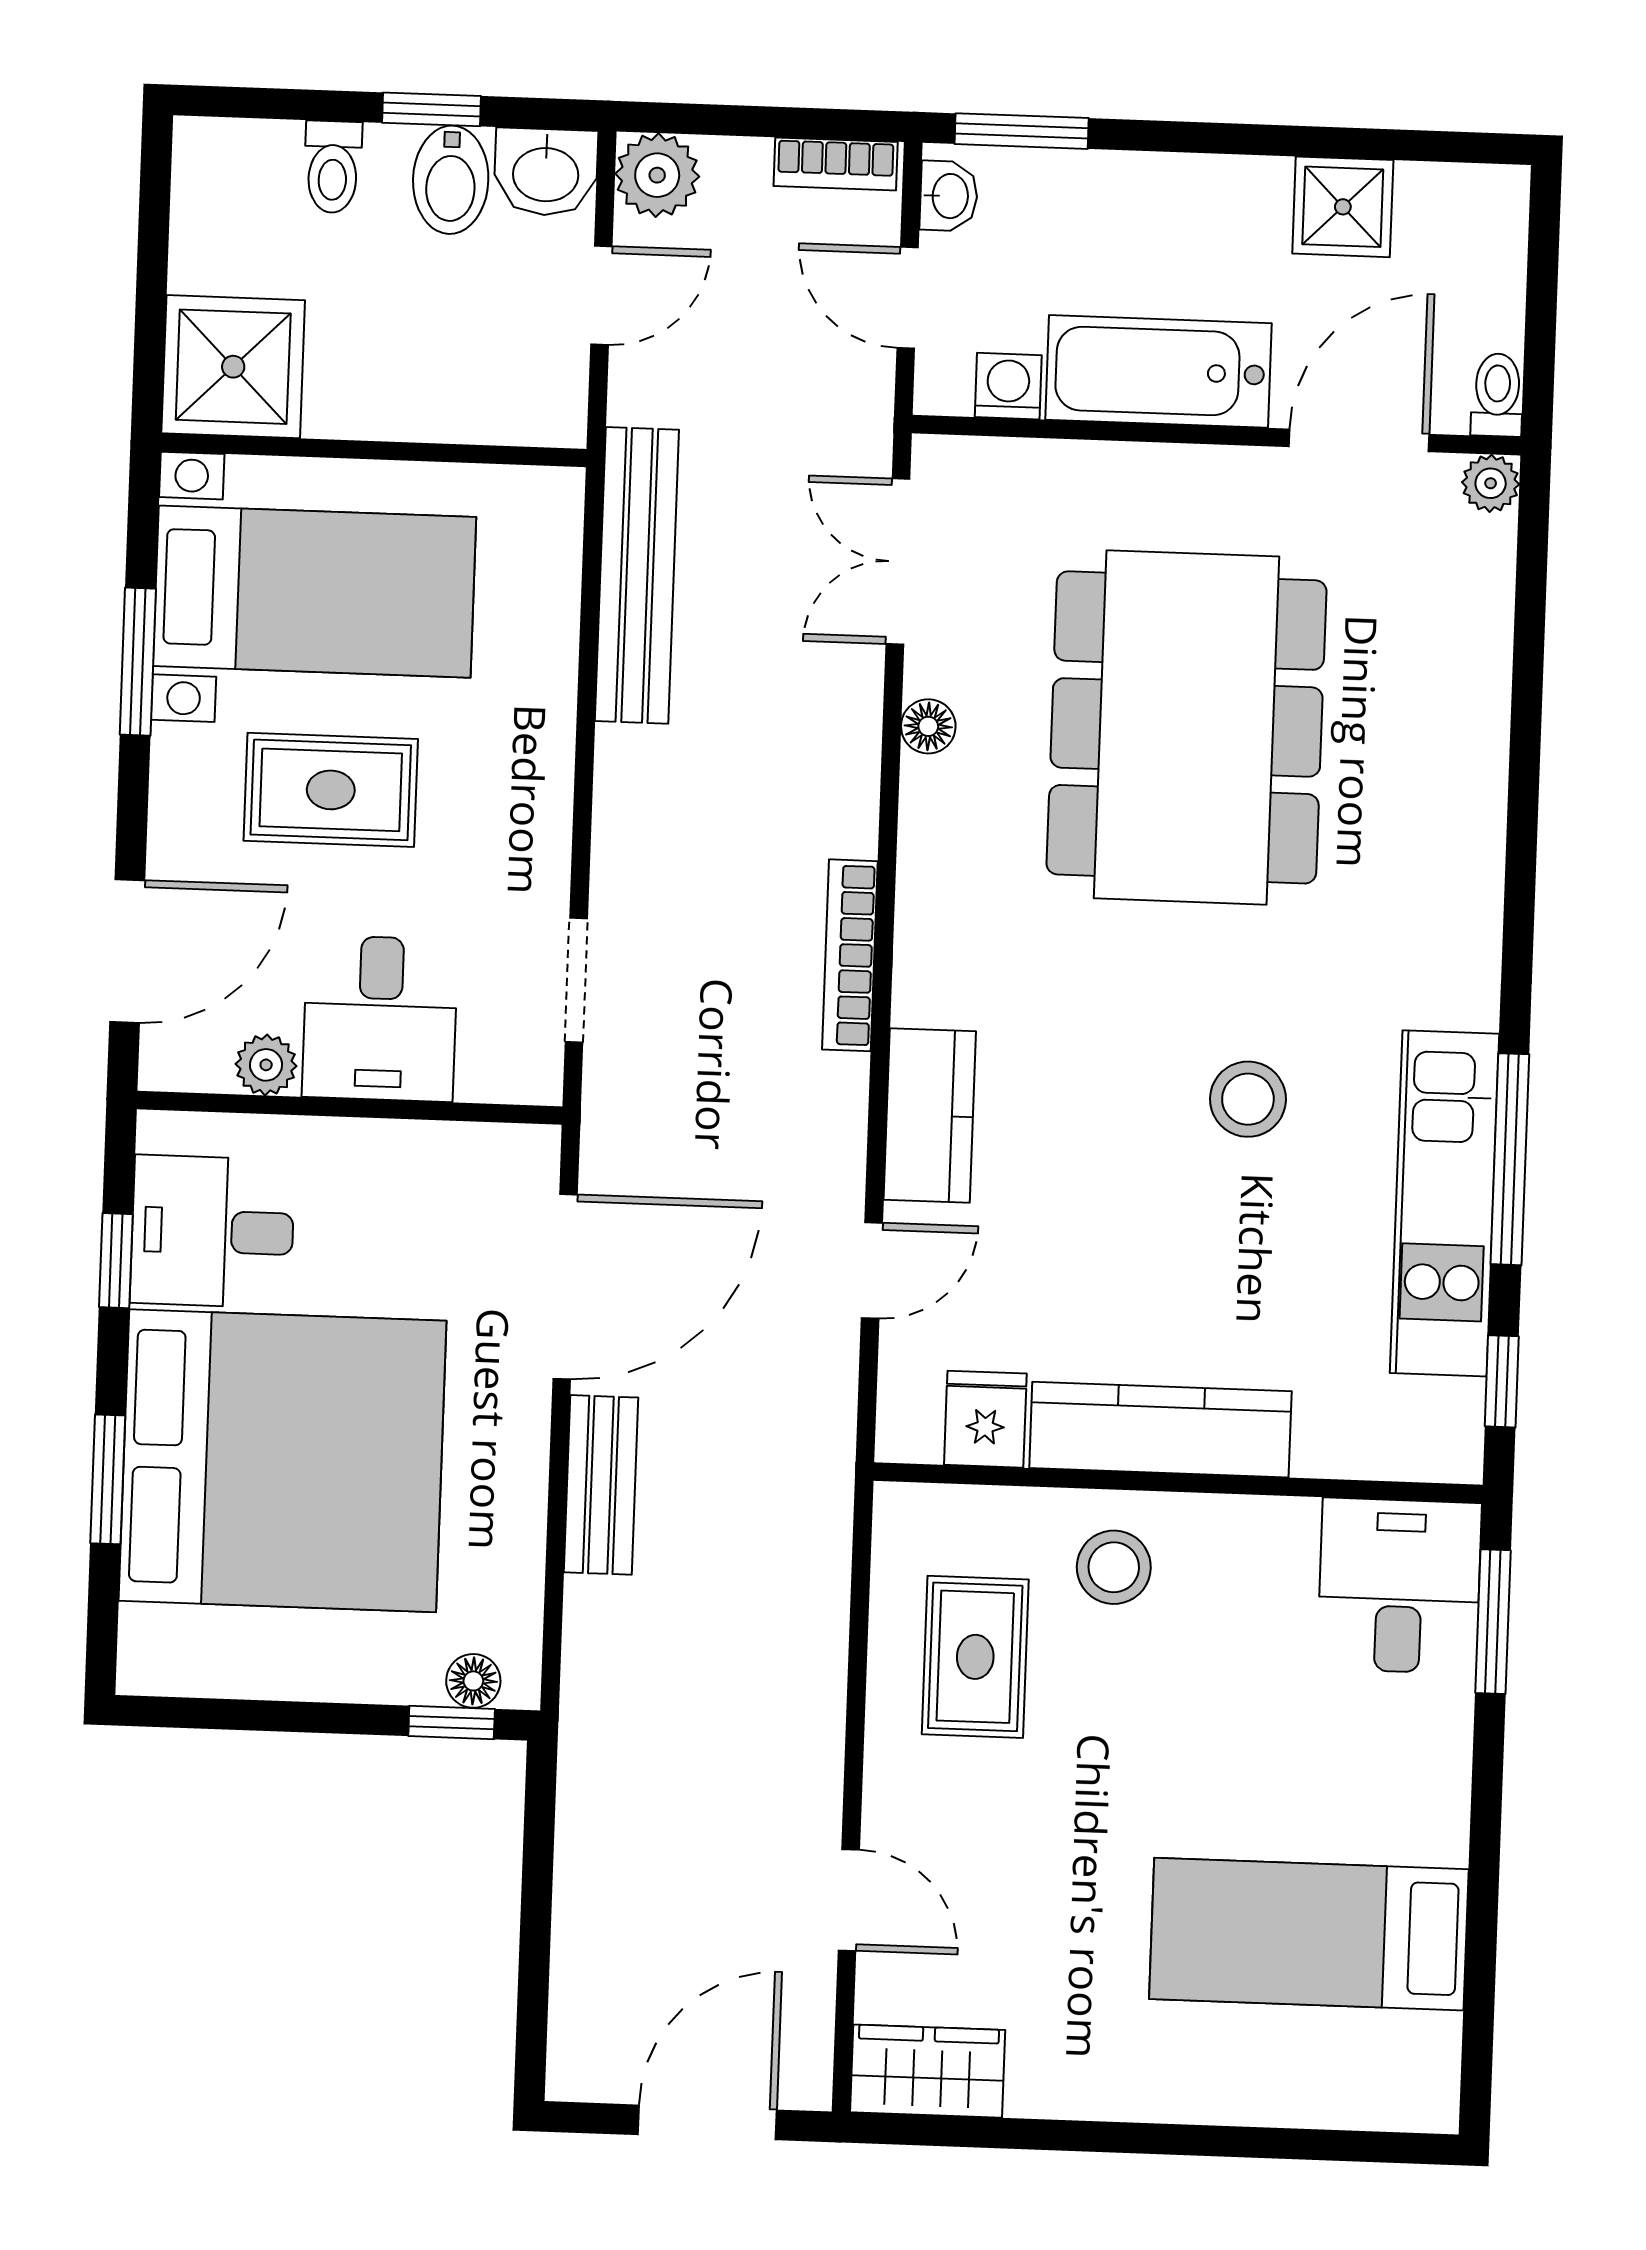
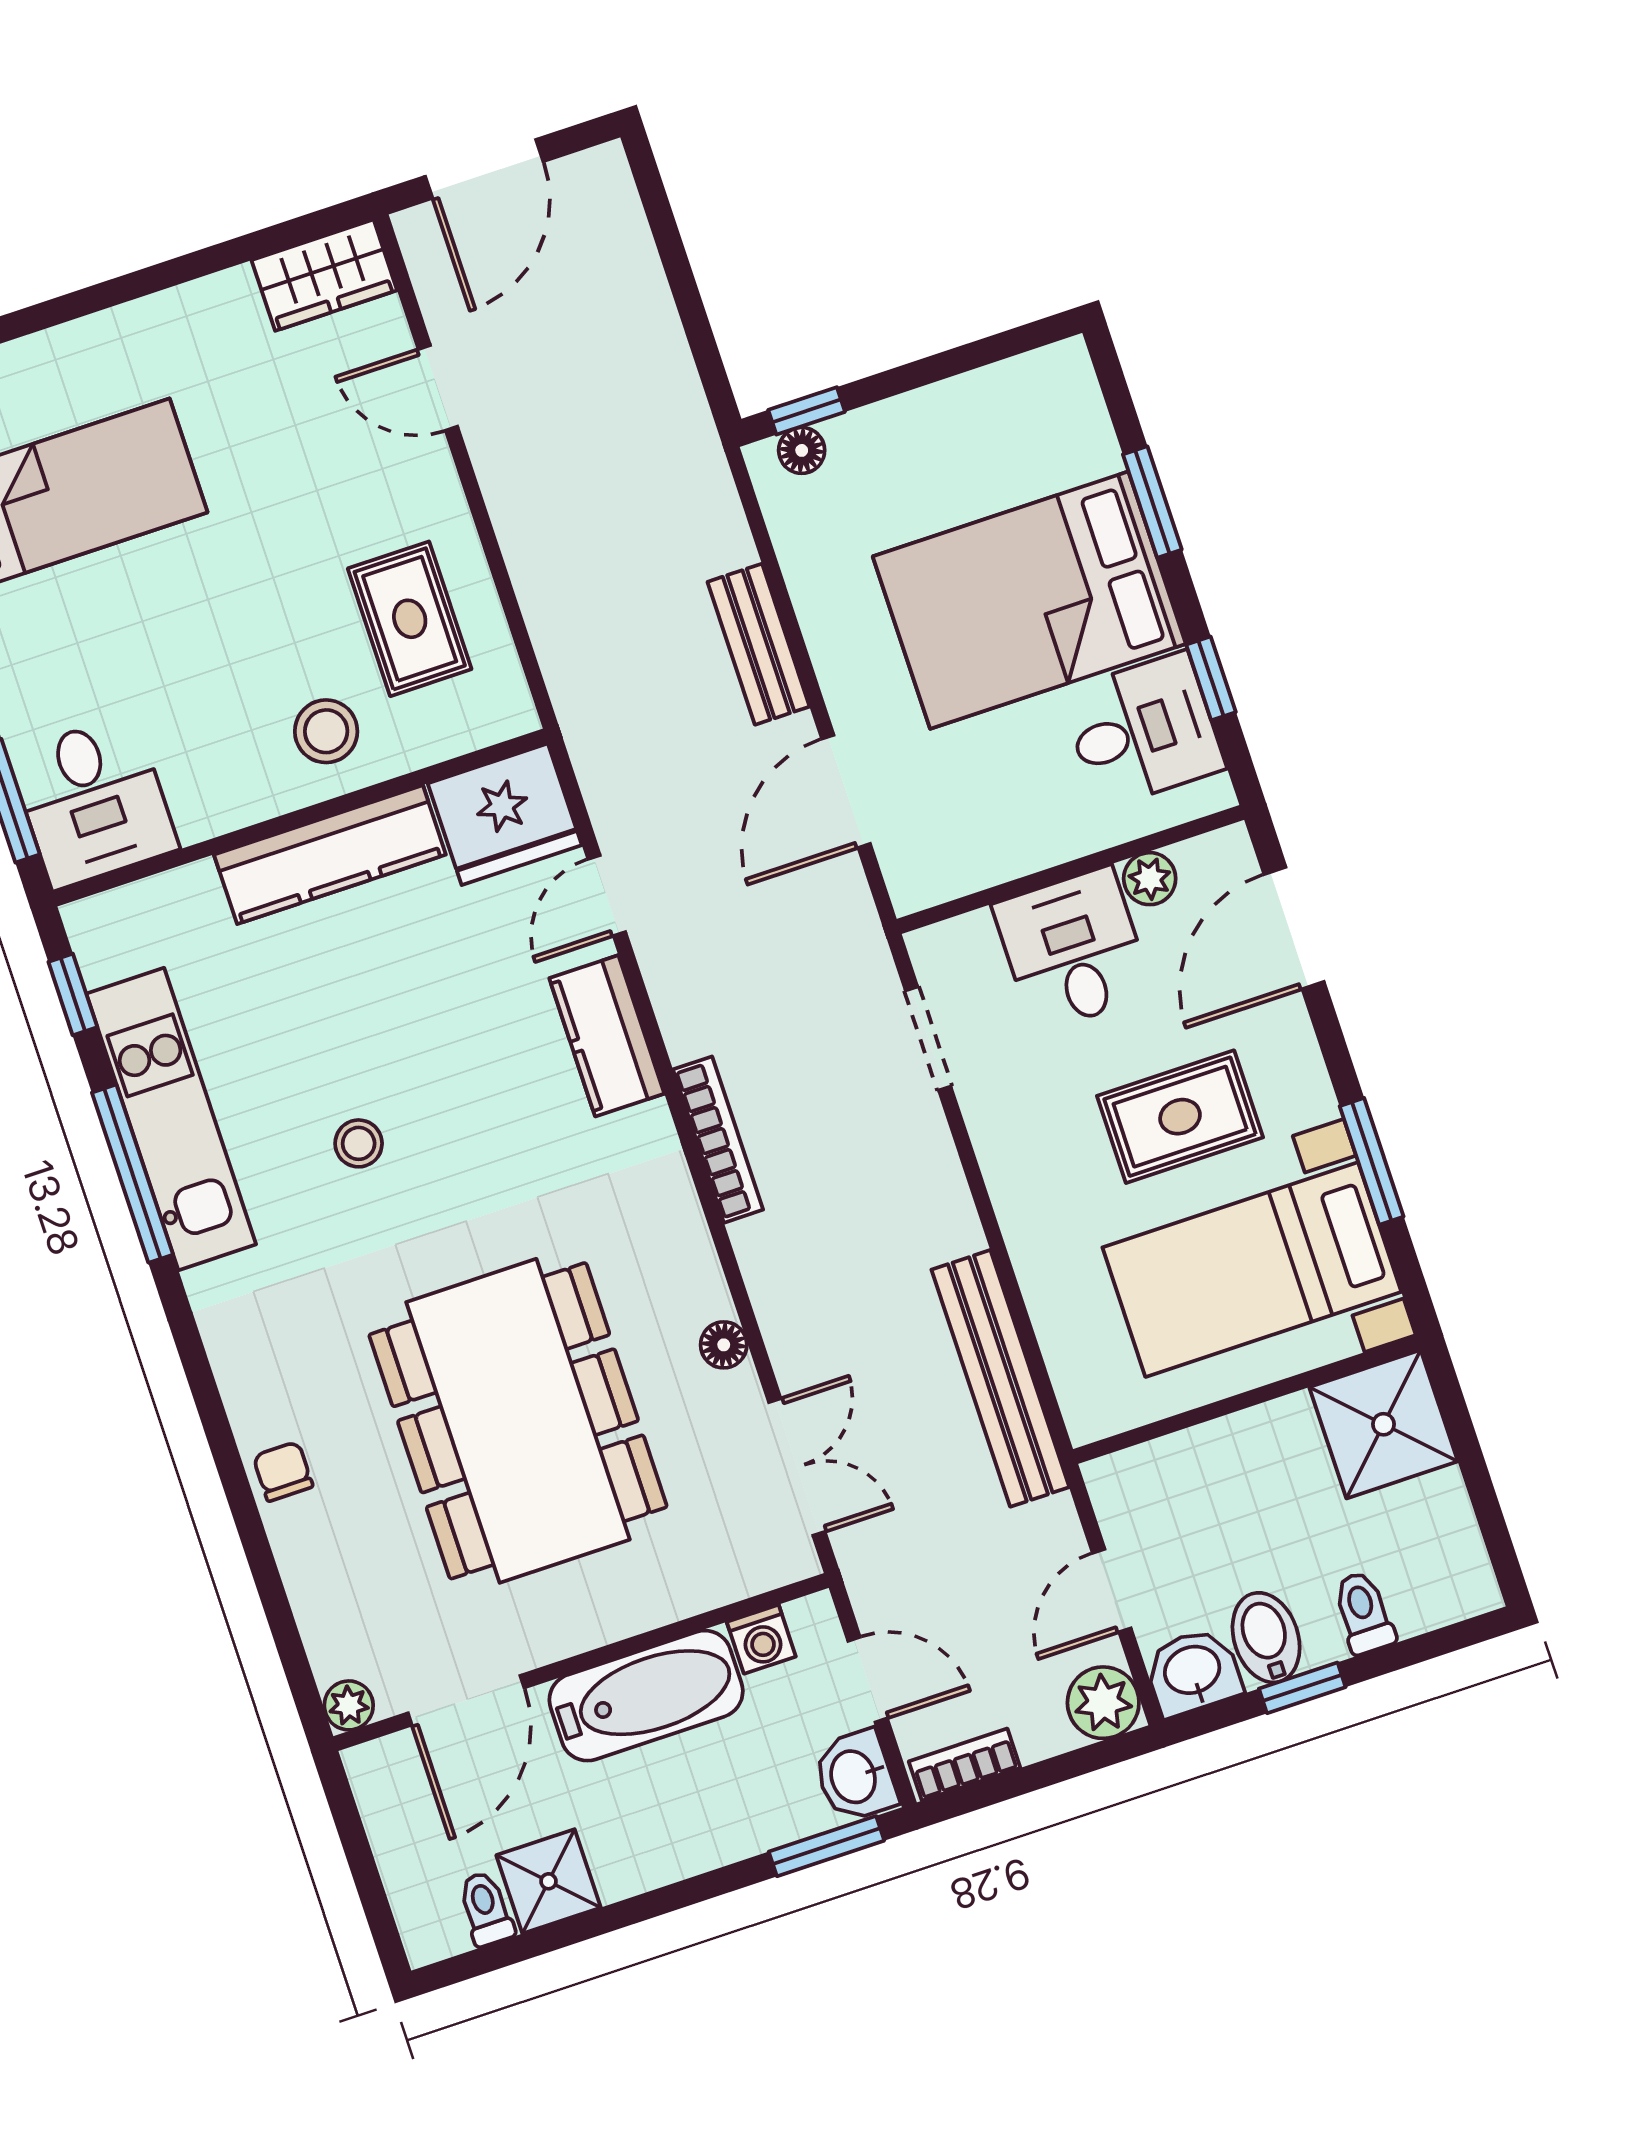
washbasin: (949, 196) -> (855, 1776), width x1.38, depth x1.45
toilet: (1497, 395) -> (486, 1909), moved, turned 180
chair: (1467, 769) -> (283, 1471), added
stool: (1248, 1099) -> (359, 1143), width x0.73, depth x0.73
door: (565, 1287) -> (846, 791), width x0.73
fridge: (985, 1419) -> (505, 814), width x1.88, depth x1.34
bed: (283, 1461) -> (1029, 600), width x0.73

